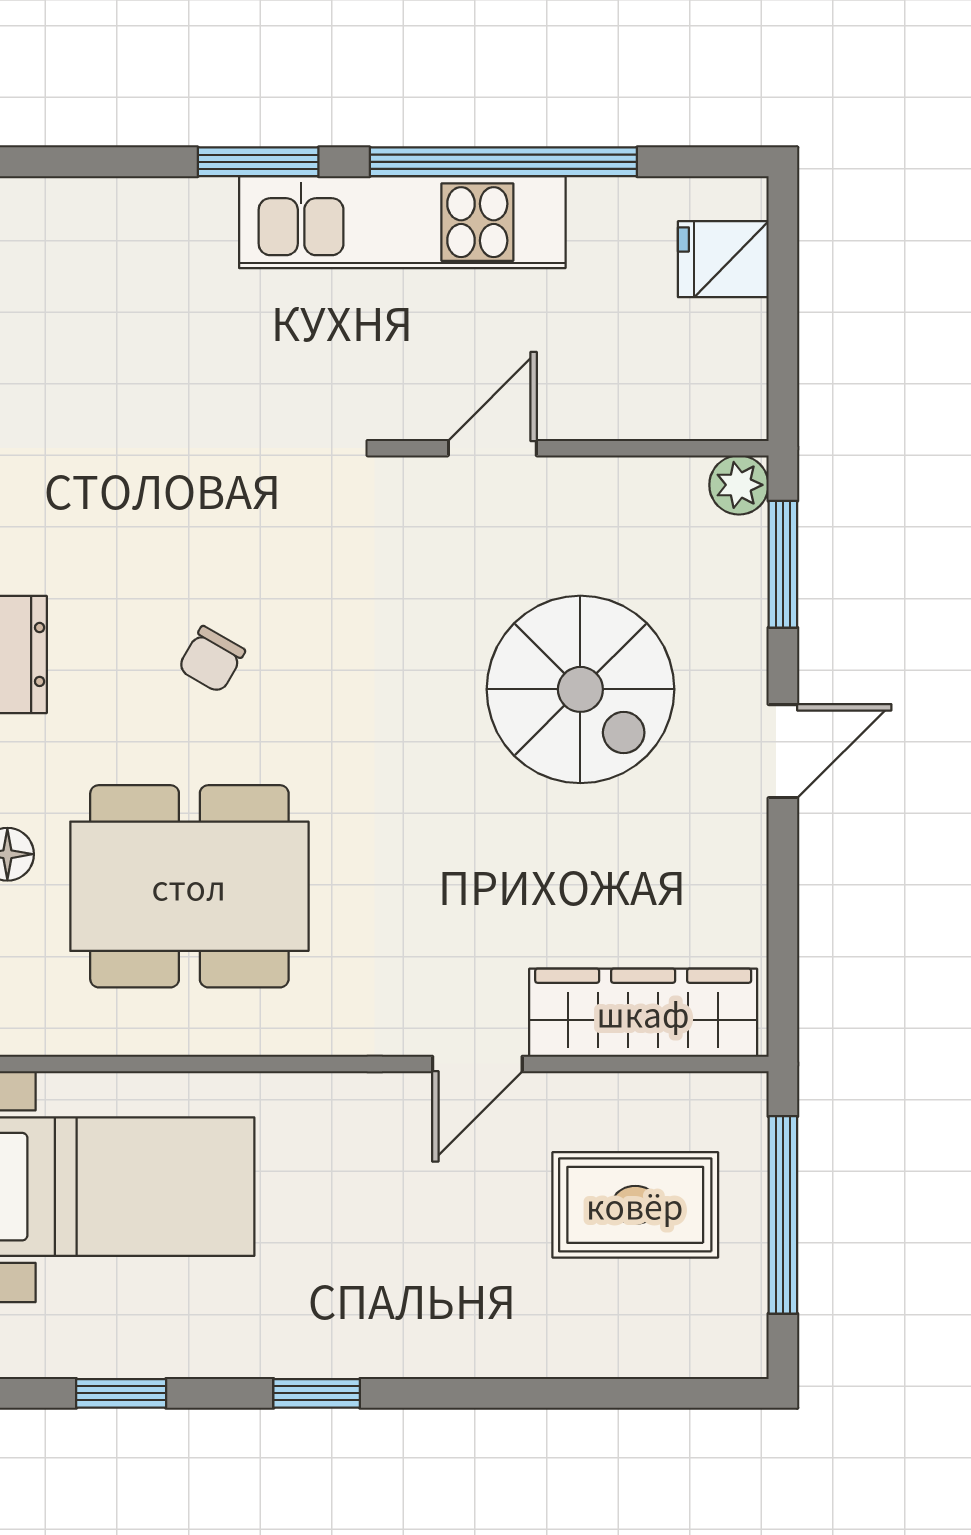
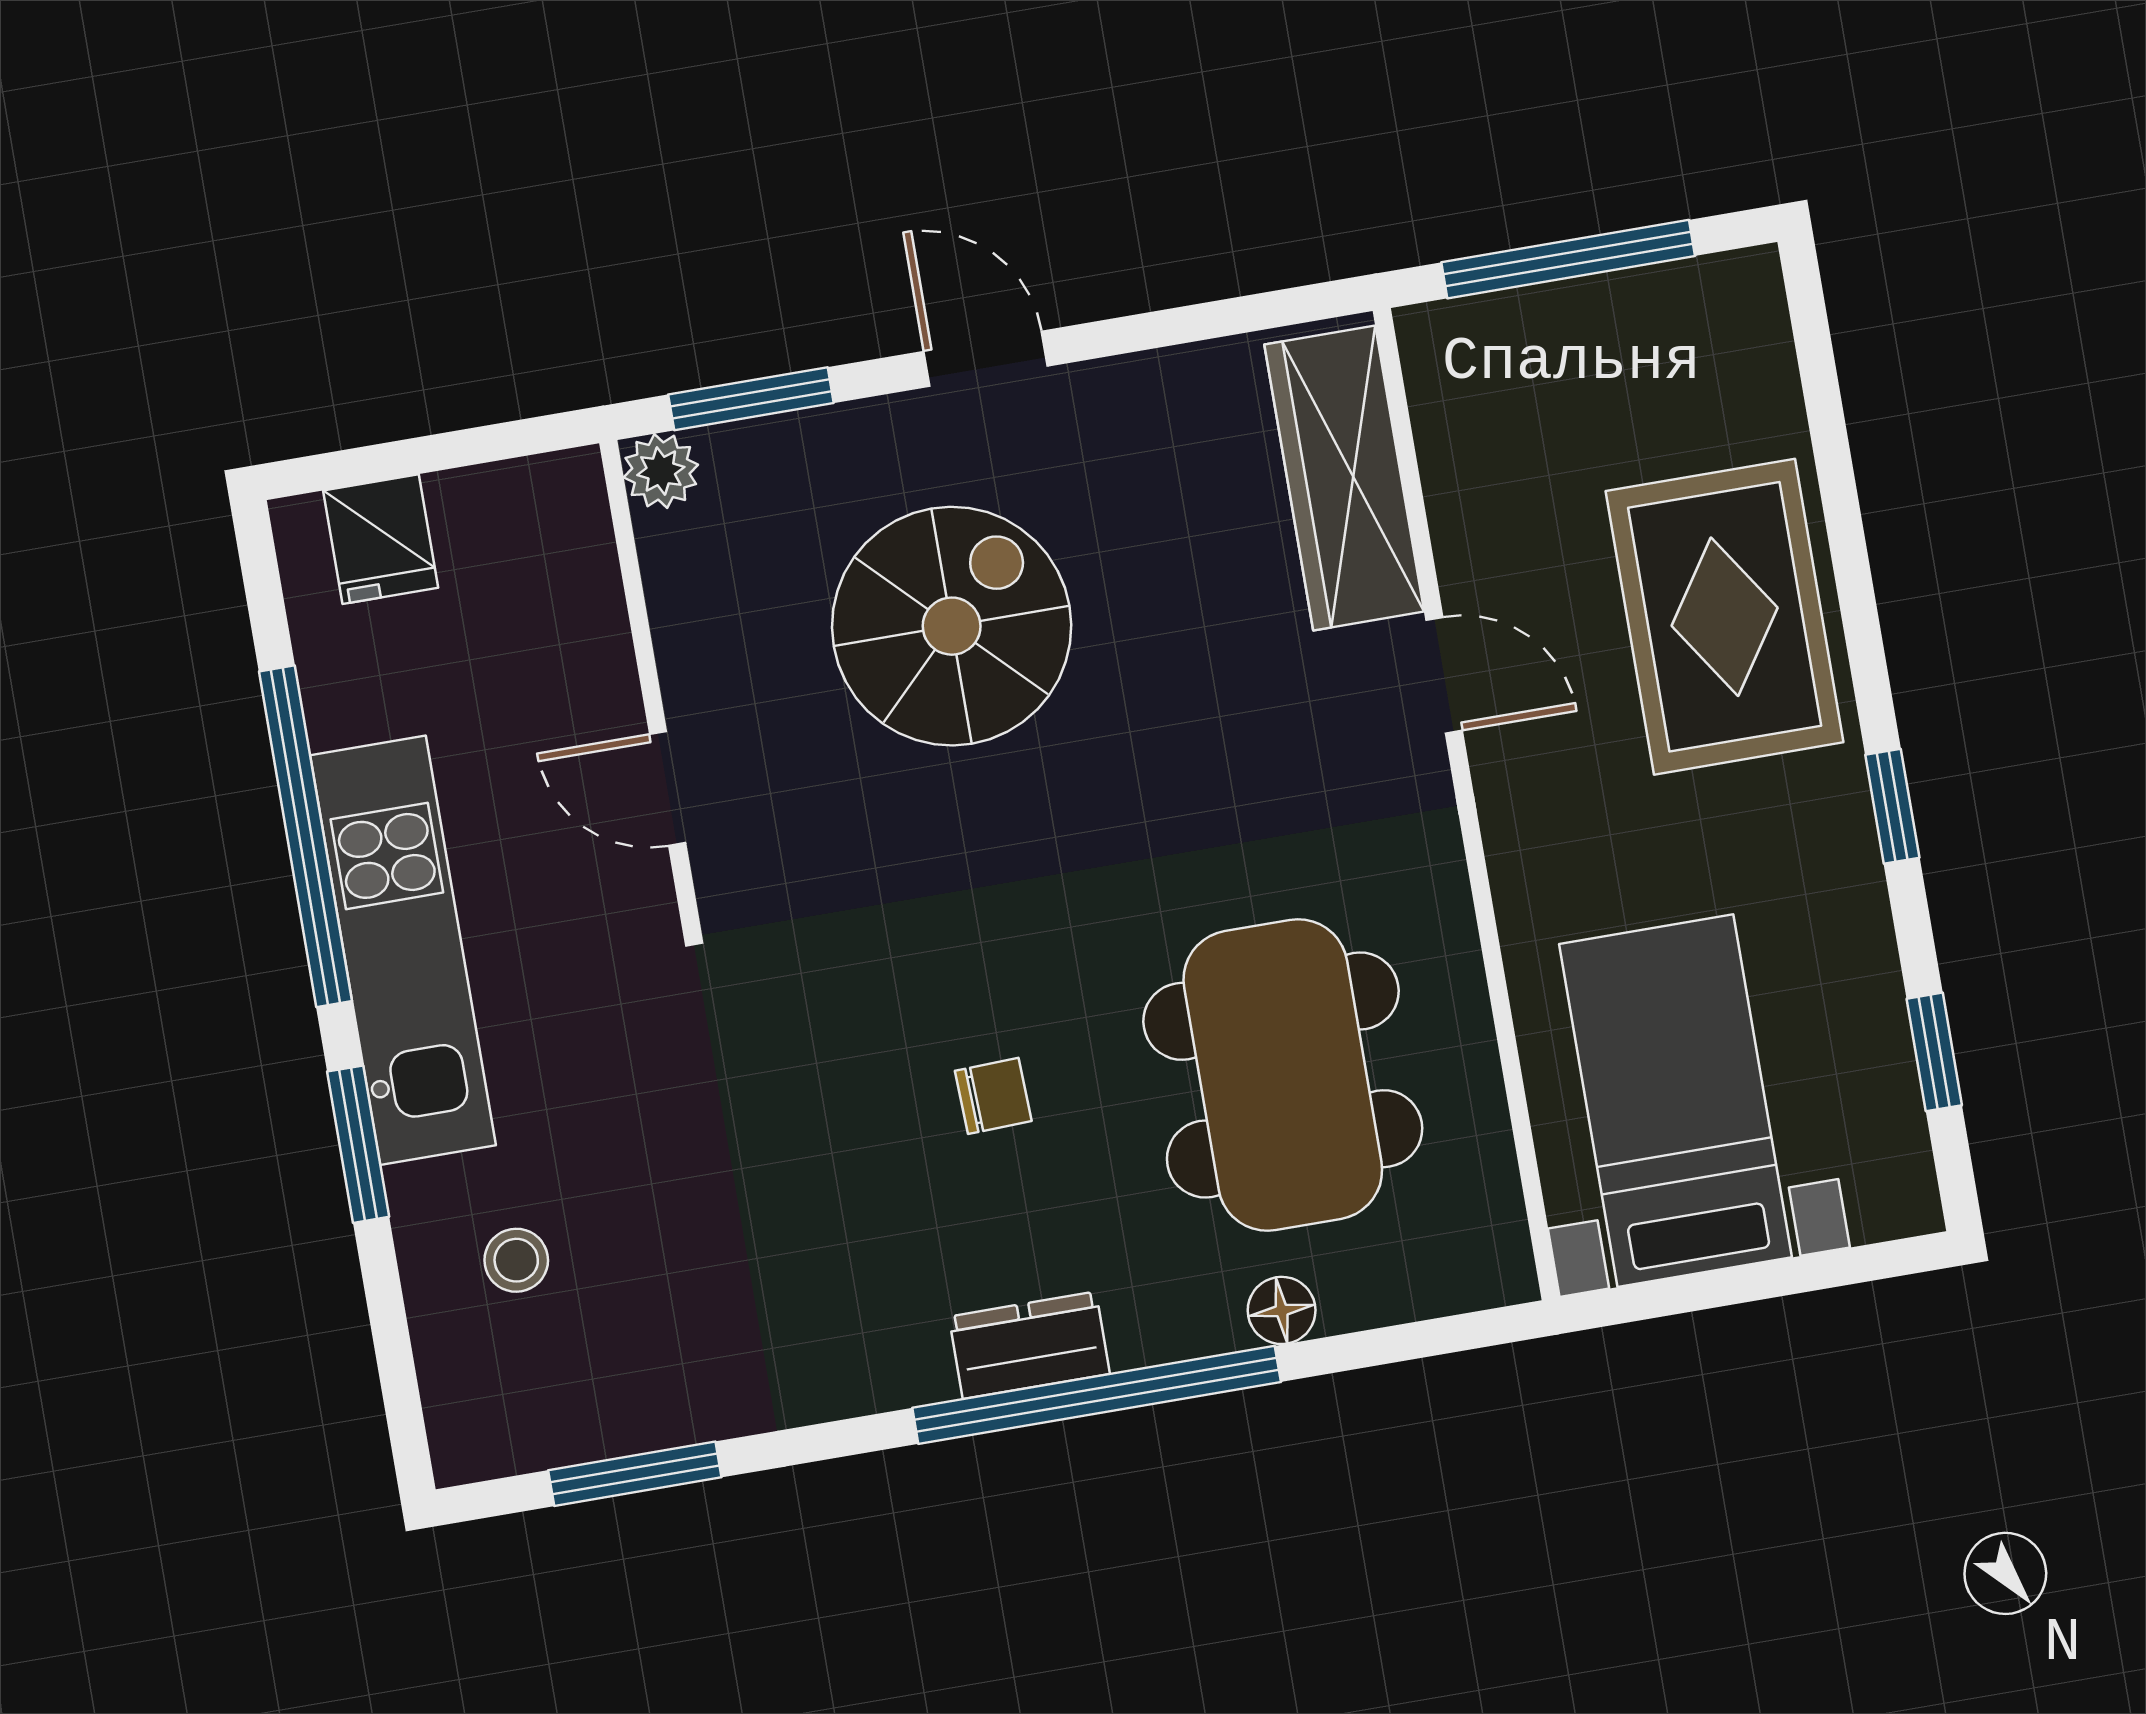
stool: (147, 269) -> (516, 1260), added
chair: (212, 660) -> (993, 1096), turned -32
rug: (635, 1205) -> (1725, 617), moved, width x1.36, depth x1.43

